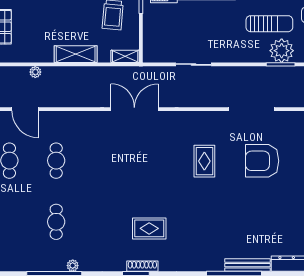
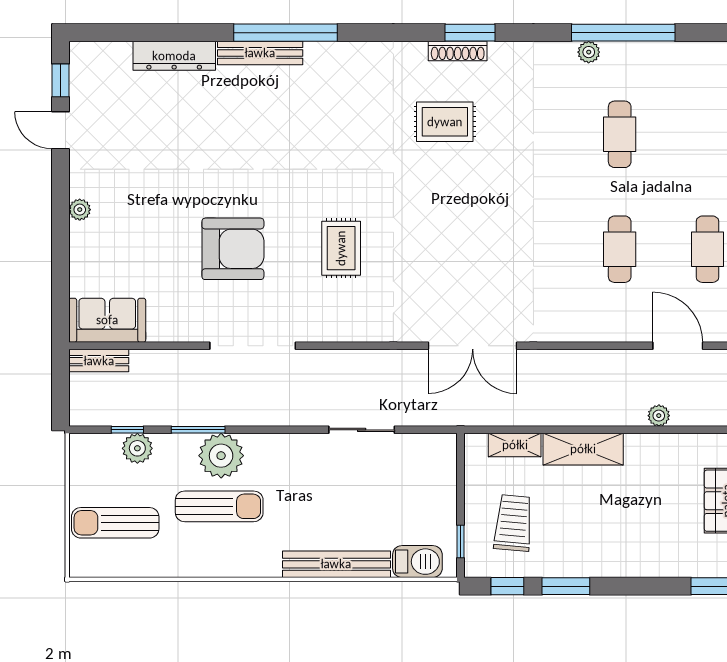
sun lounger: (269, 24) -> (219, 506), turned 180
plant: (282, 51) -> (221, 456), moved
shelving: (125, 56) -> (515, 445), moved

